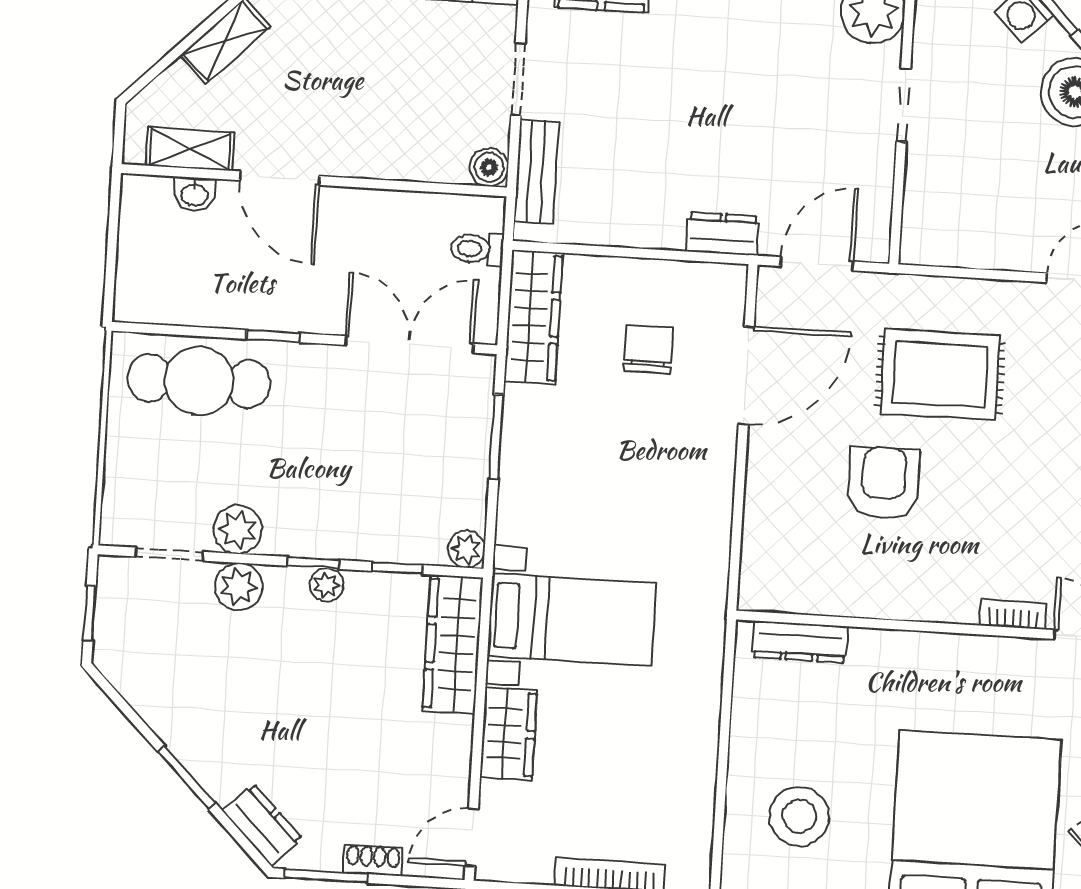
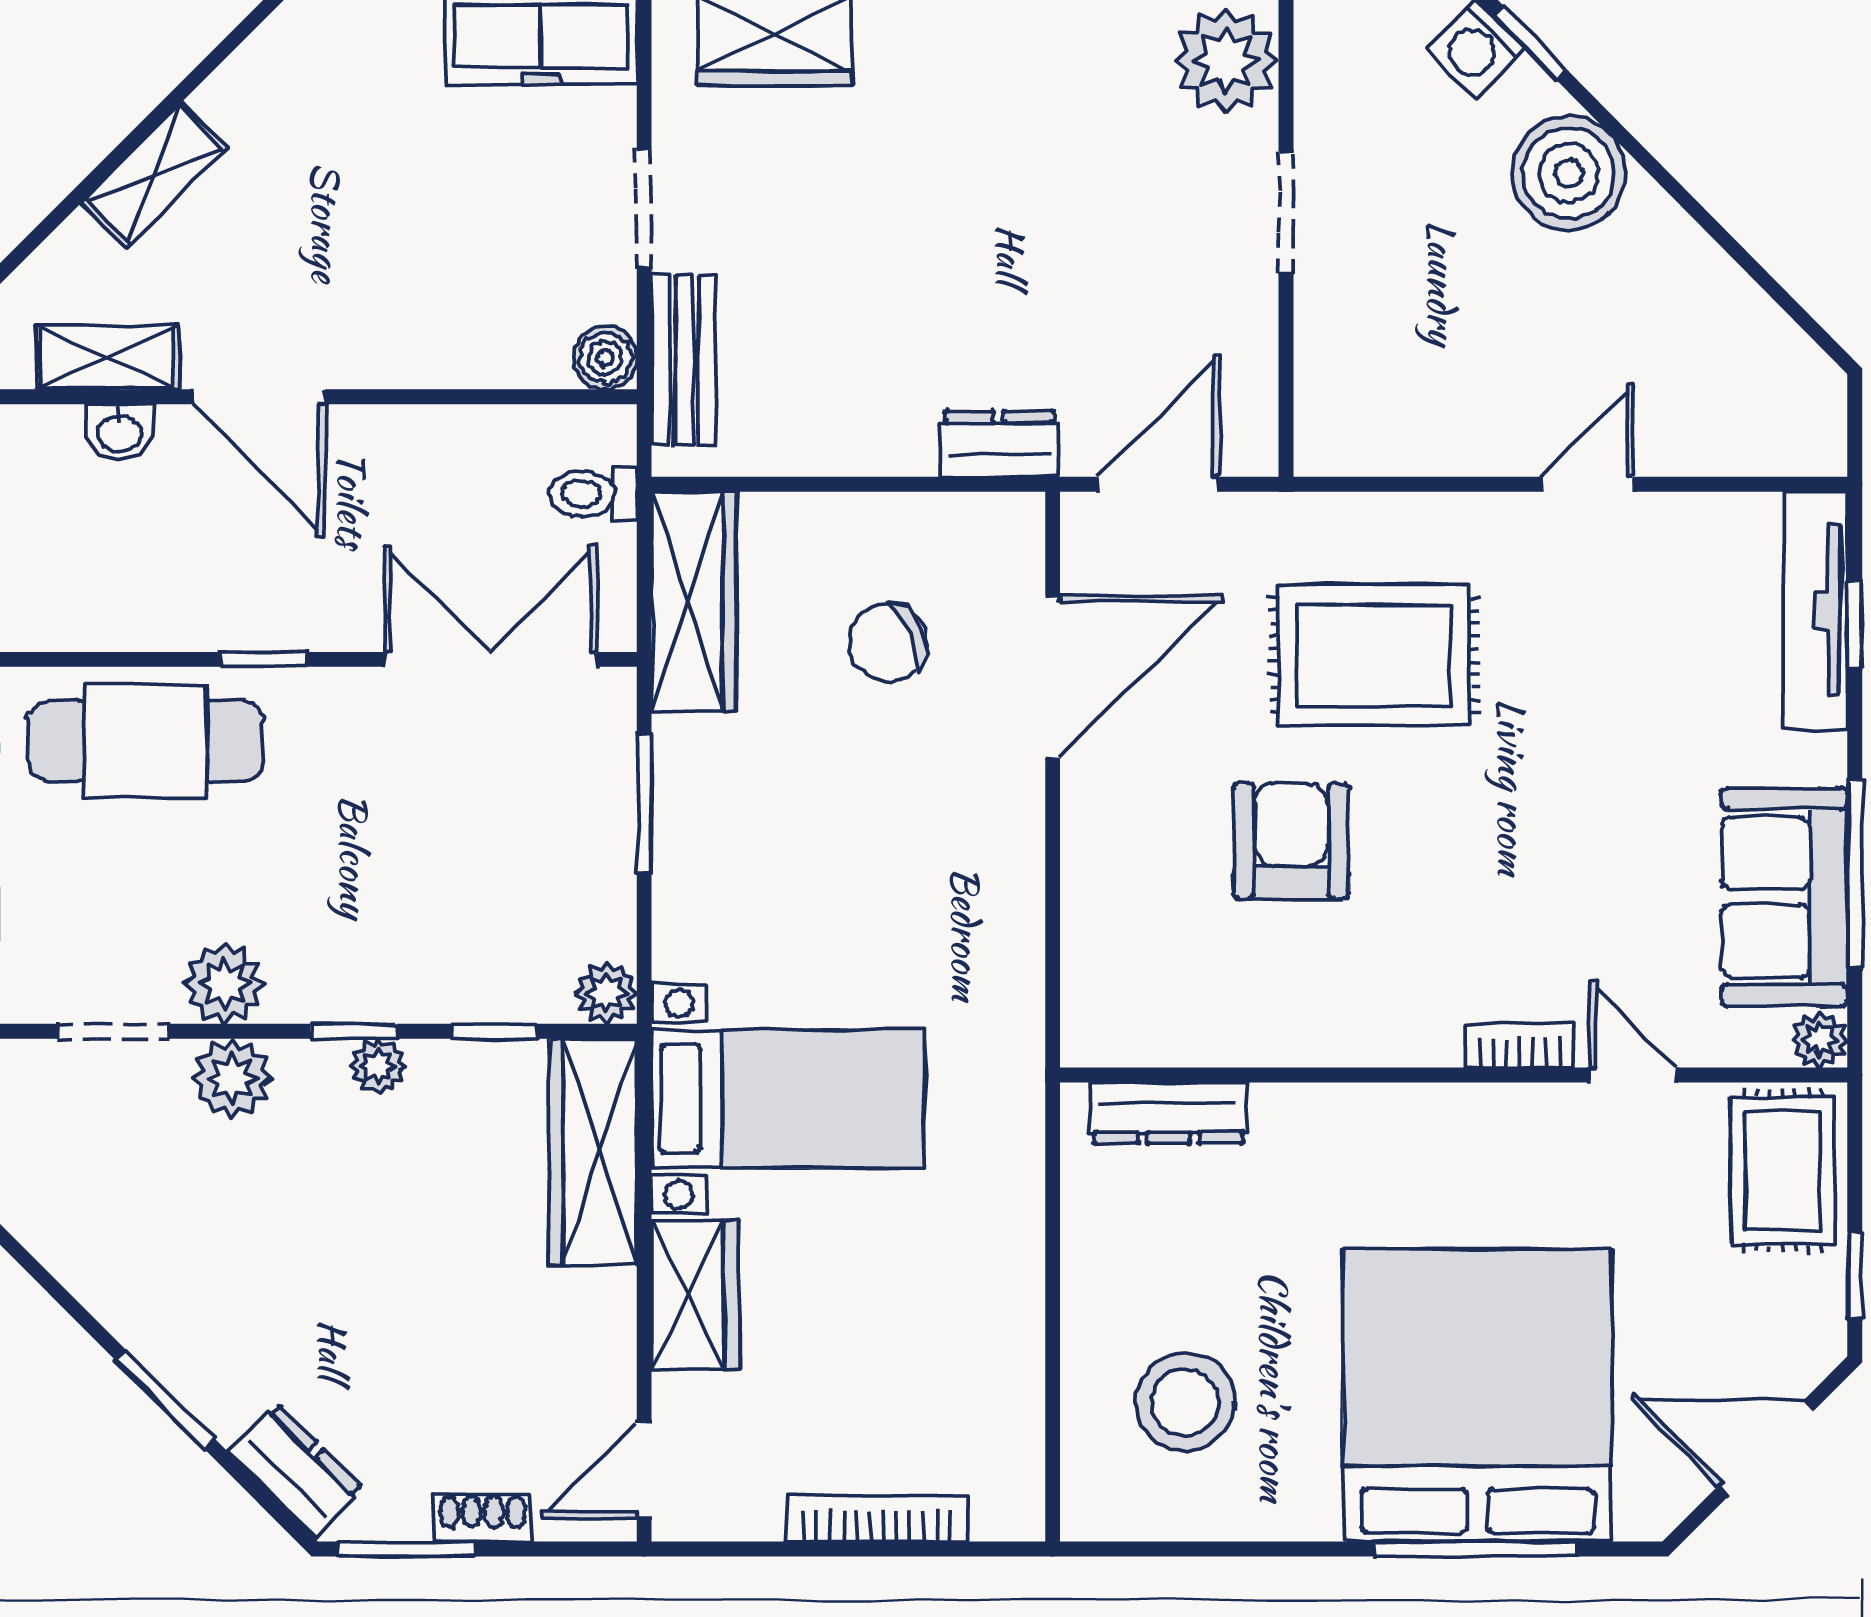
chair: (648, 349) -> (888, 643), turned -112

